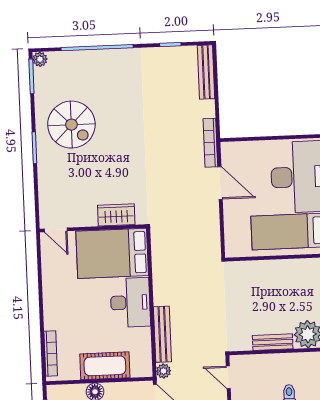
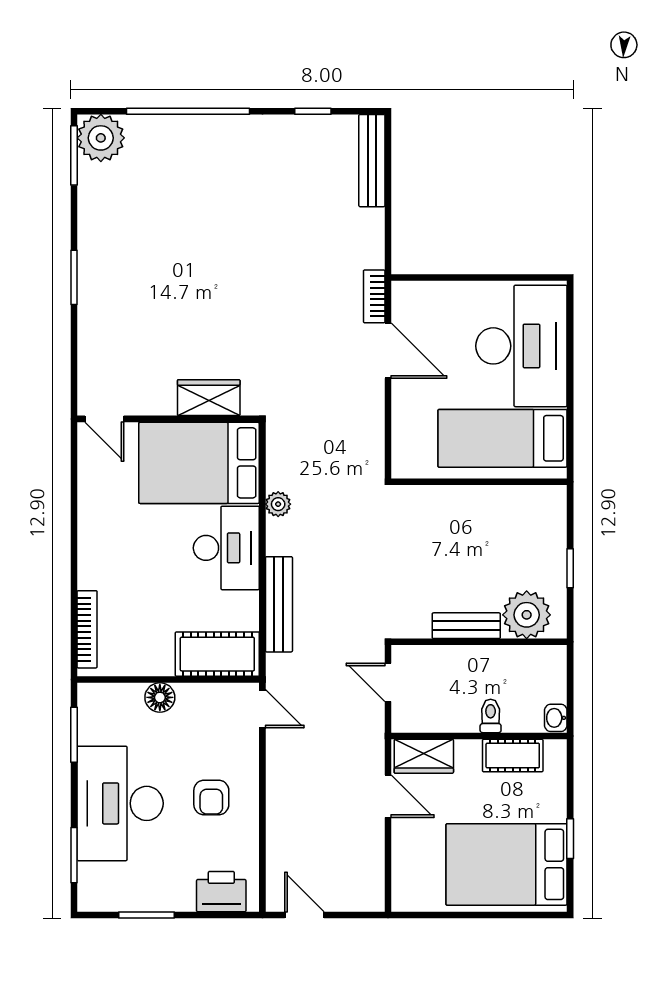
plant: (40, 59) -> (101, 138), width x1.88, depth x1.88
spiral stairs: (71, 125) -> (139, 241), removed
bookcase: (210, 143) -> (374, 296), width x0.64
cot: (105, 366) -> (217, 654), moved
plant: (164, 371) -> (278, 504), moved

